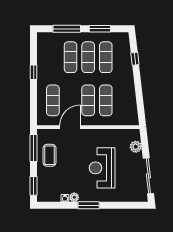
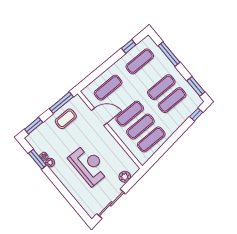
window: (100, 29) -> (196, 86), moved
exercise mat: (71, 57) -> (140, 61), moved
window: (135, 59) -> (196, 115), moved
window: (34, 72) -> (129, 47), moved
exercise mat: (123, 100) -> (151, 139), added
reception desk: (102, 168) -> (89, 165), turned 90
window: (89, 205) -> (37, 159), moved

